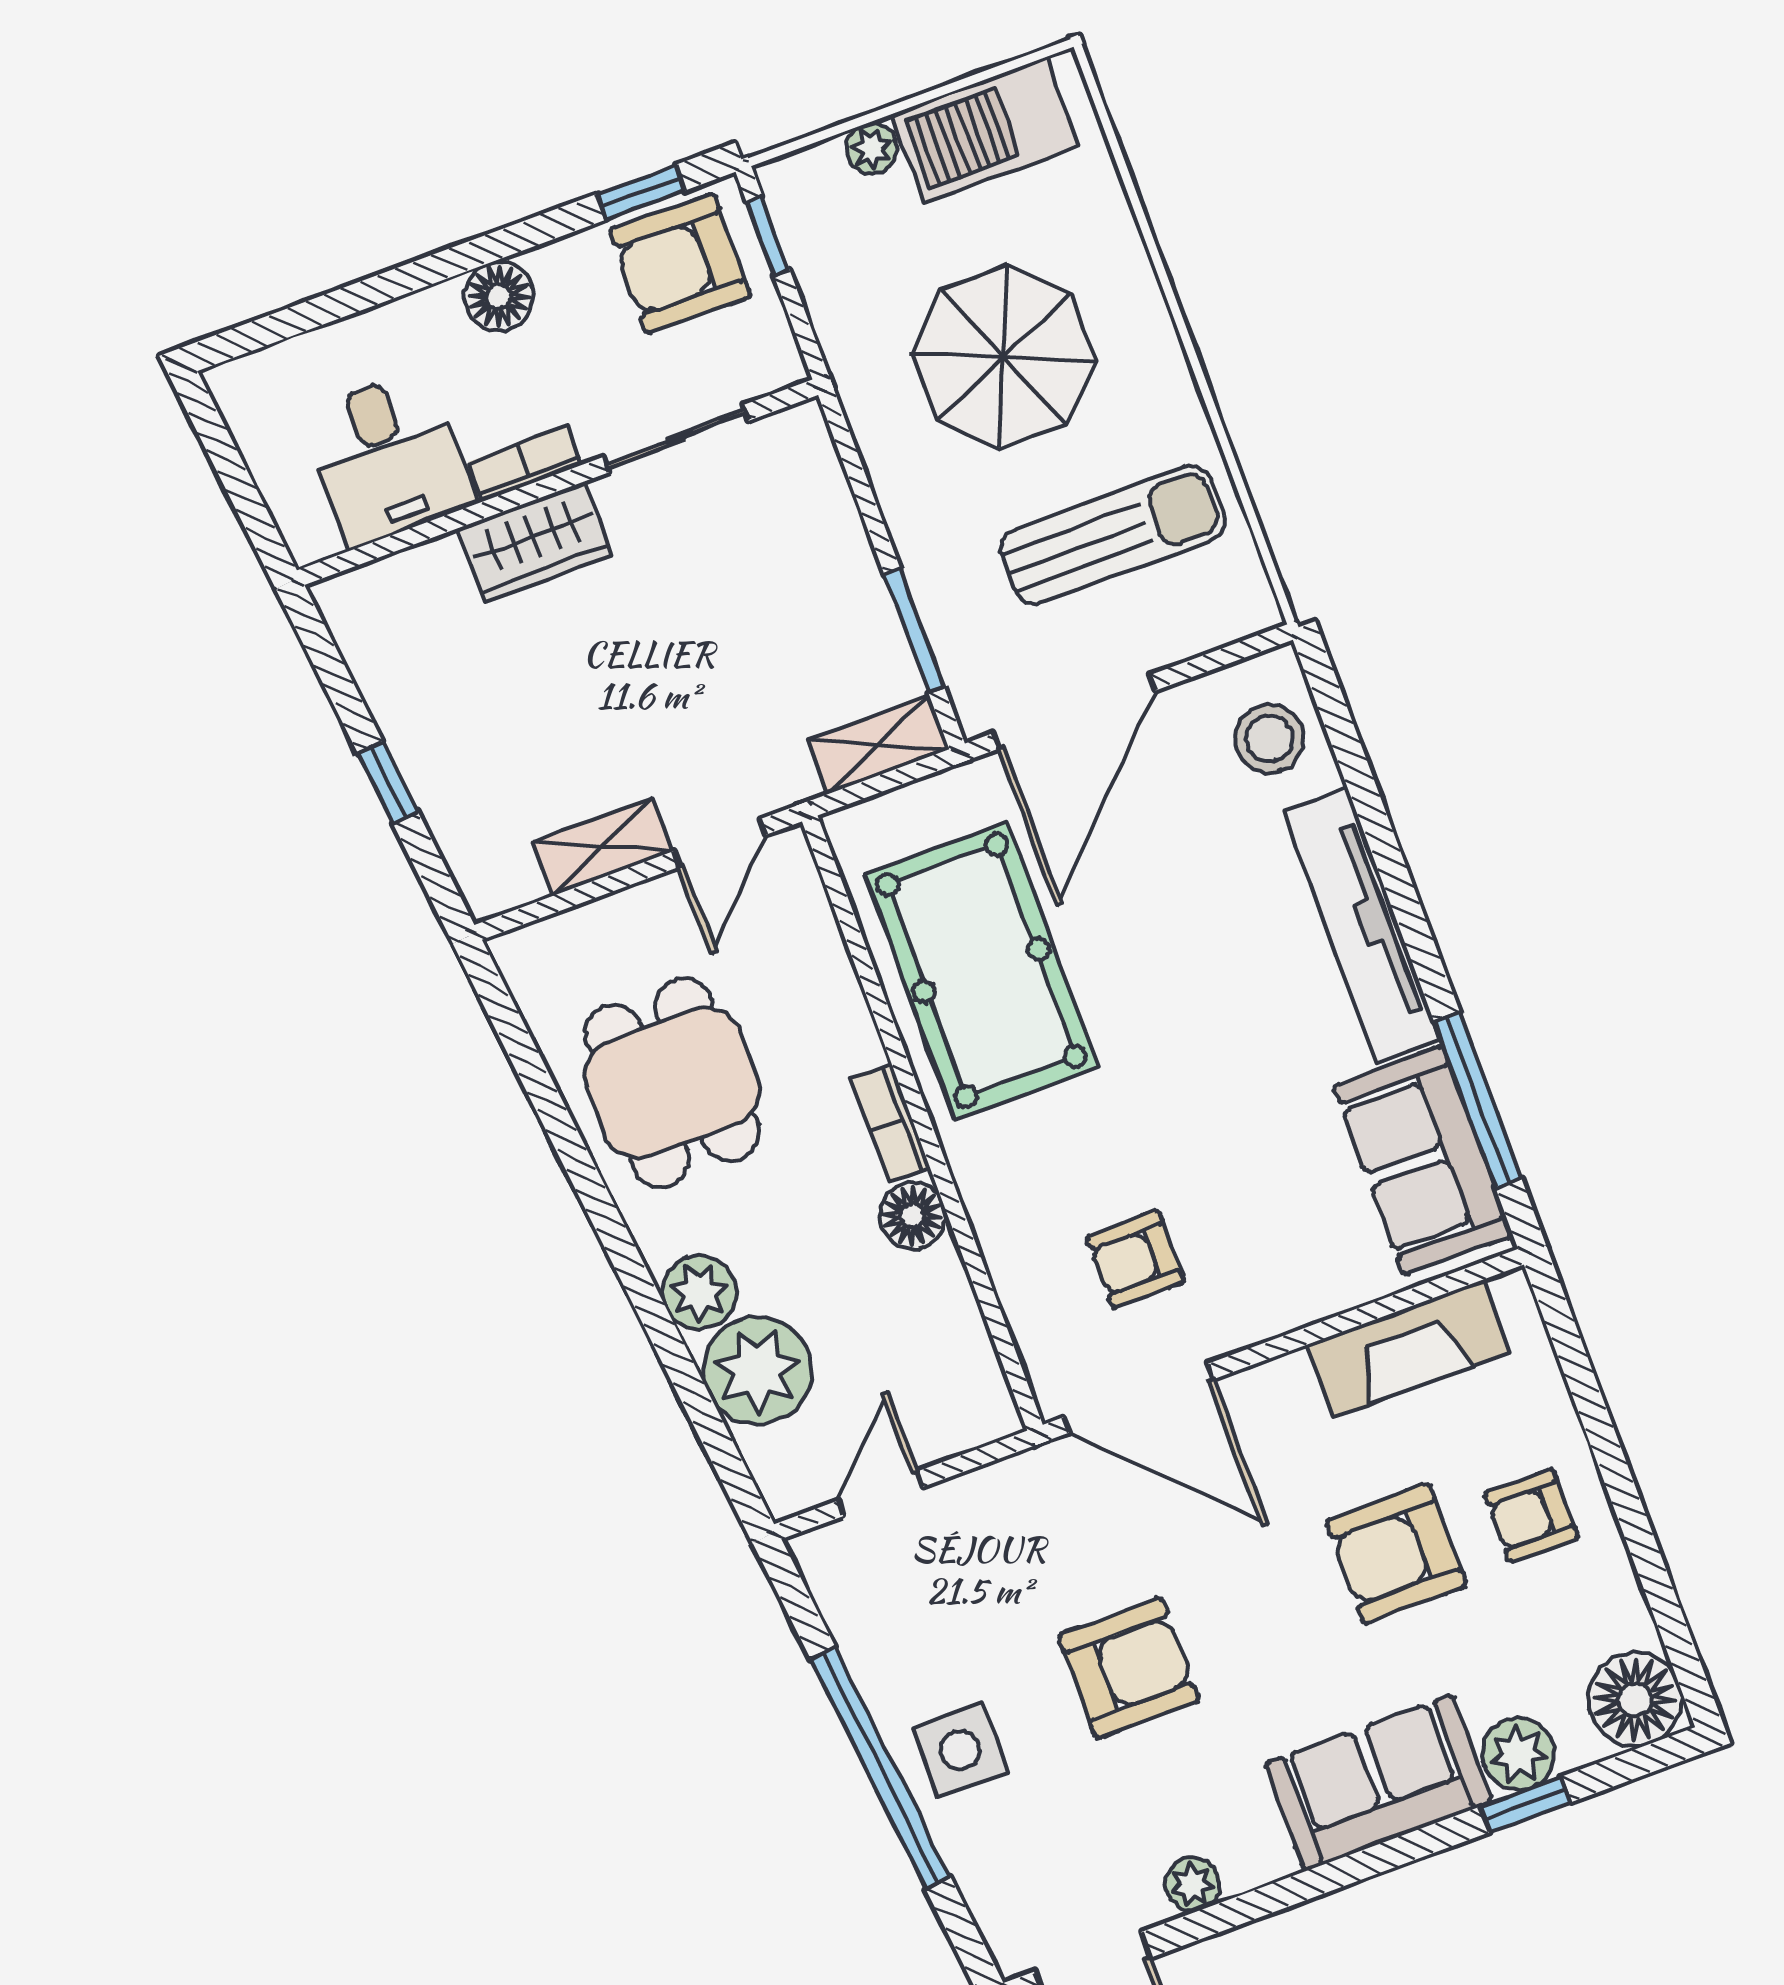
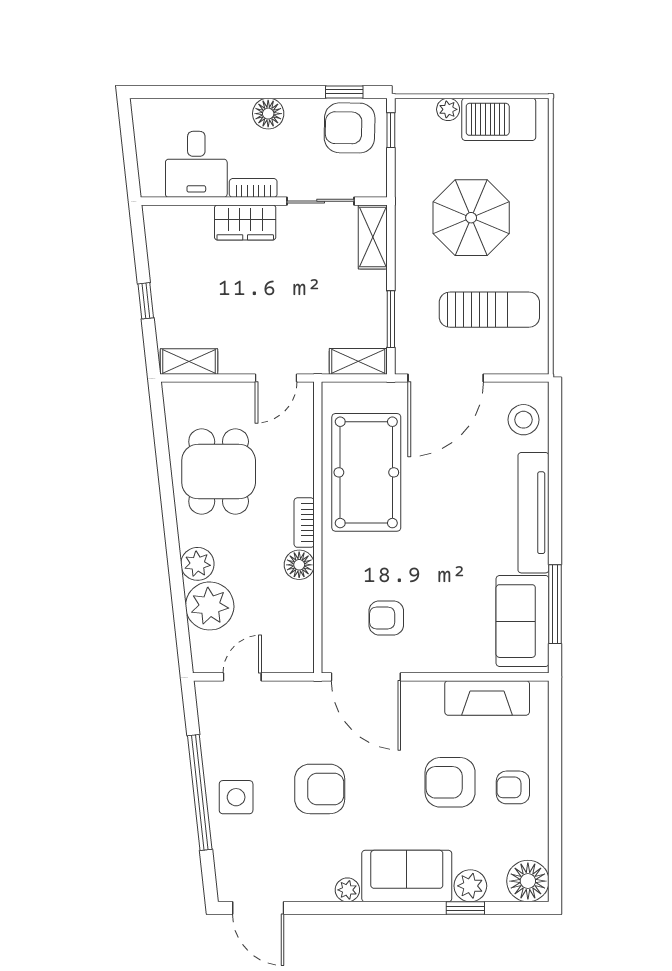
shelving: (813, 473) -> (373, 237), added
shelving: (602, 847) -> (189, 361), moved
plant: (1193, 1884) -> (347, 890), moved

